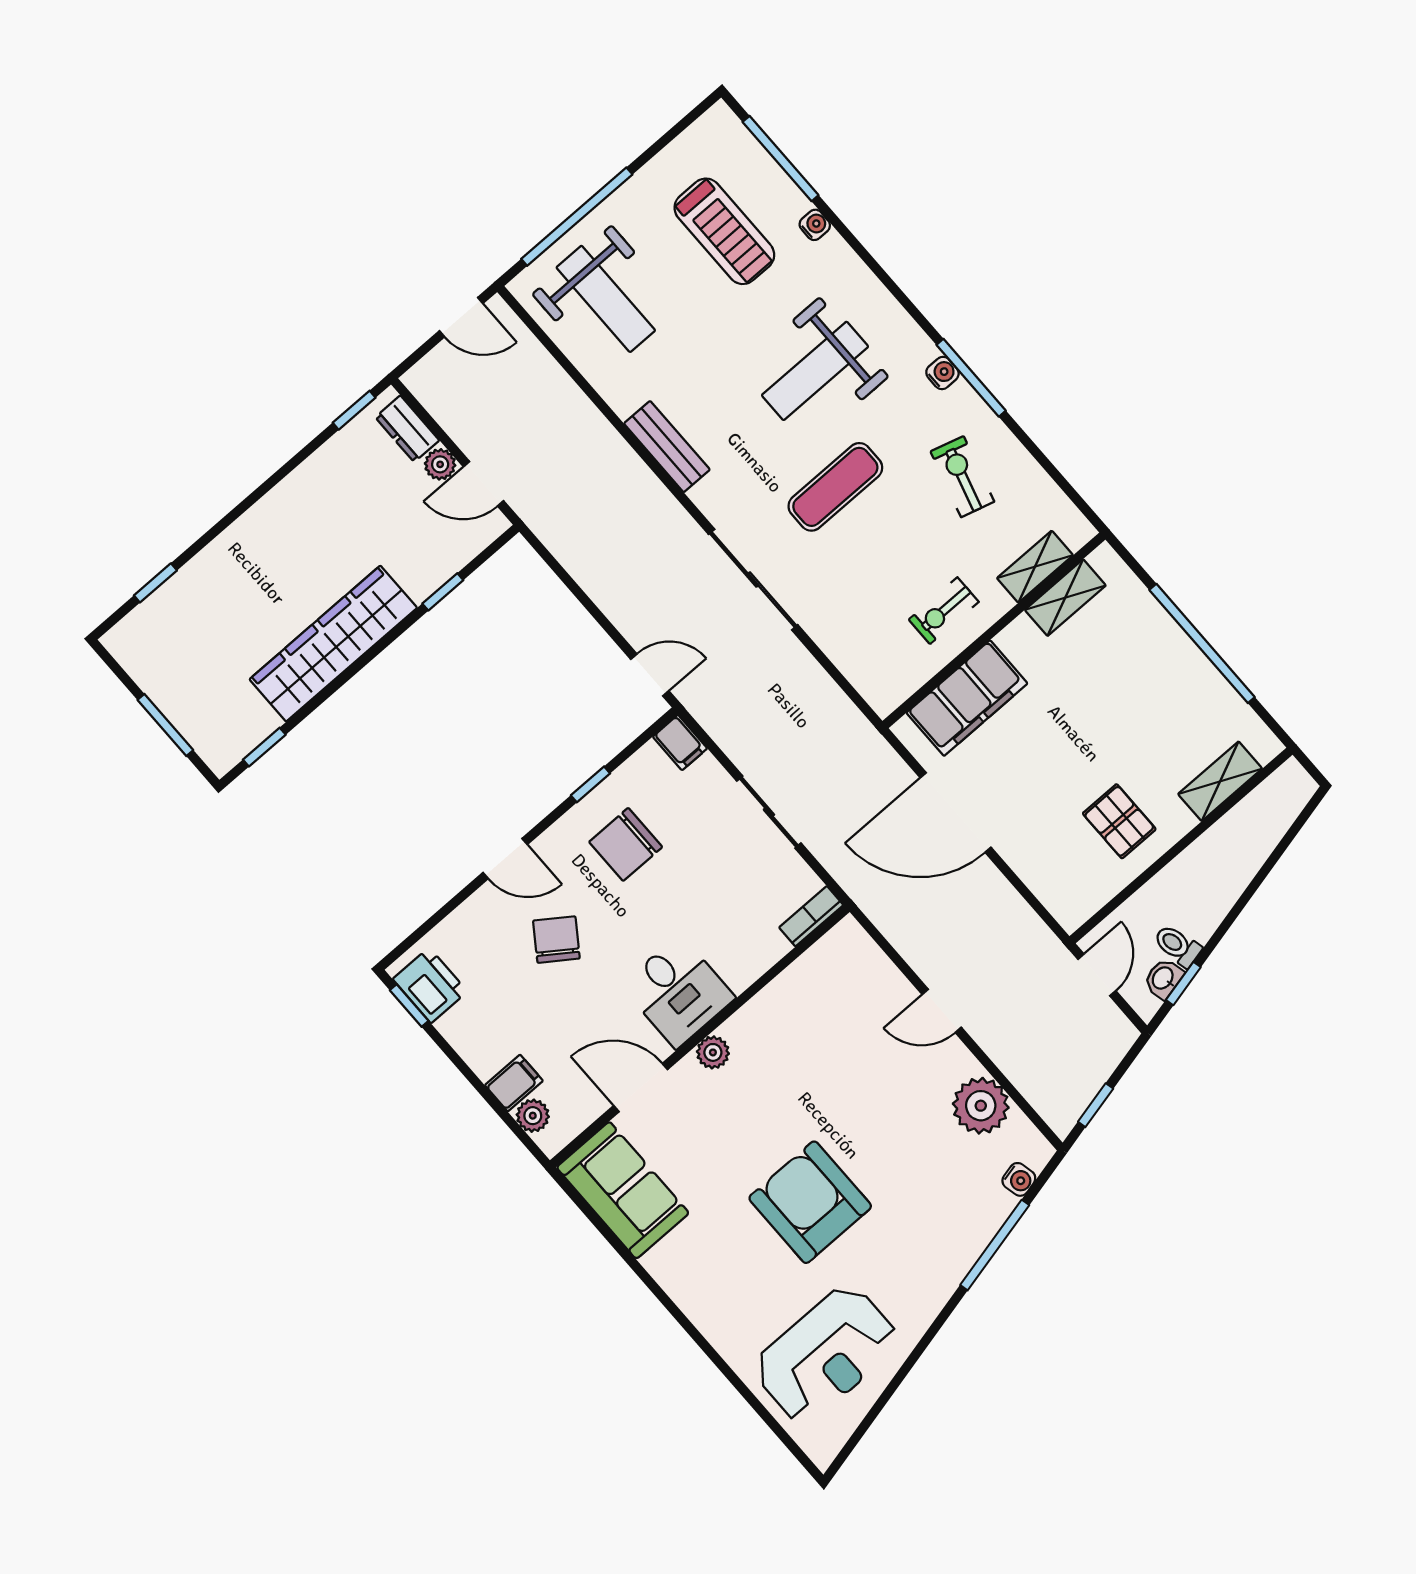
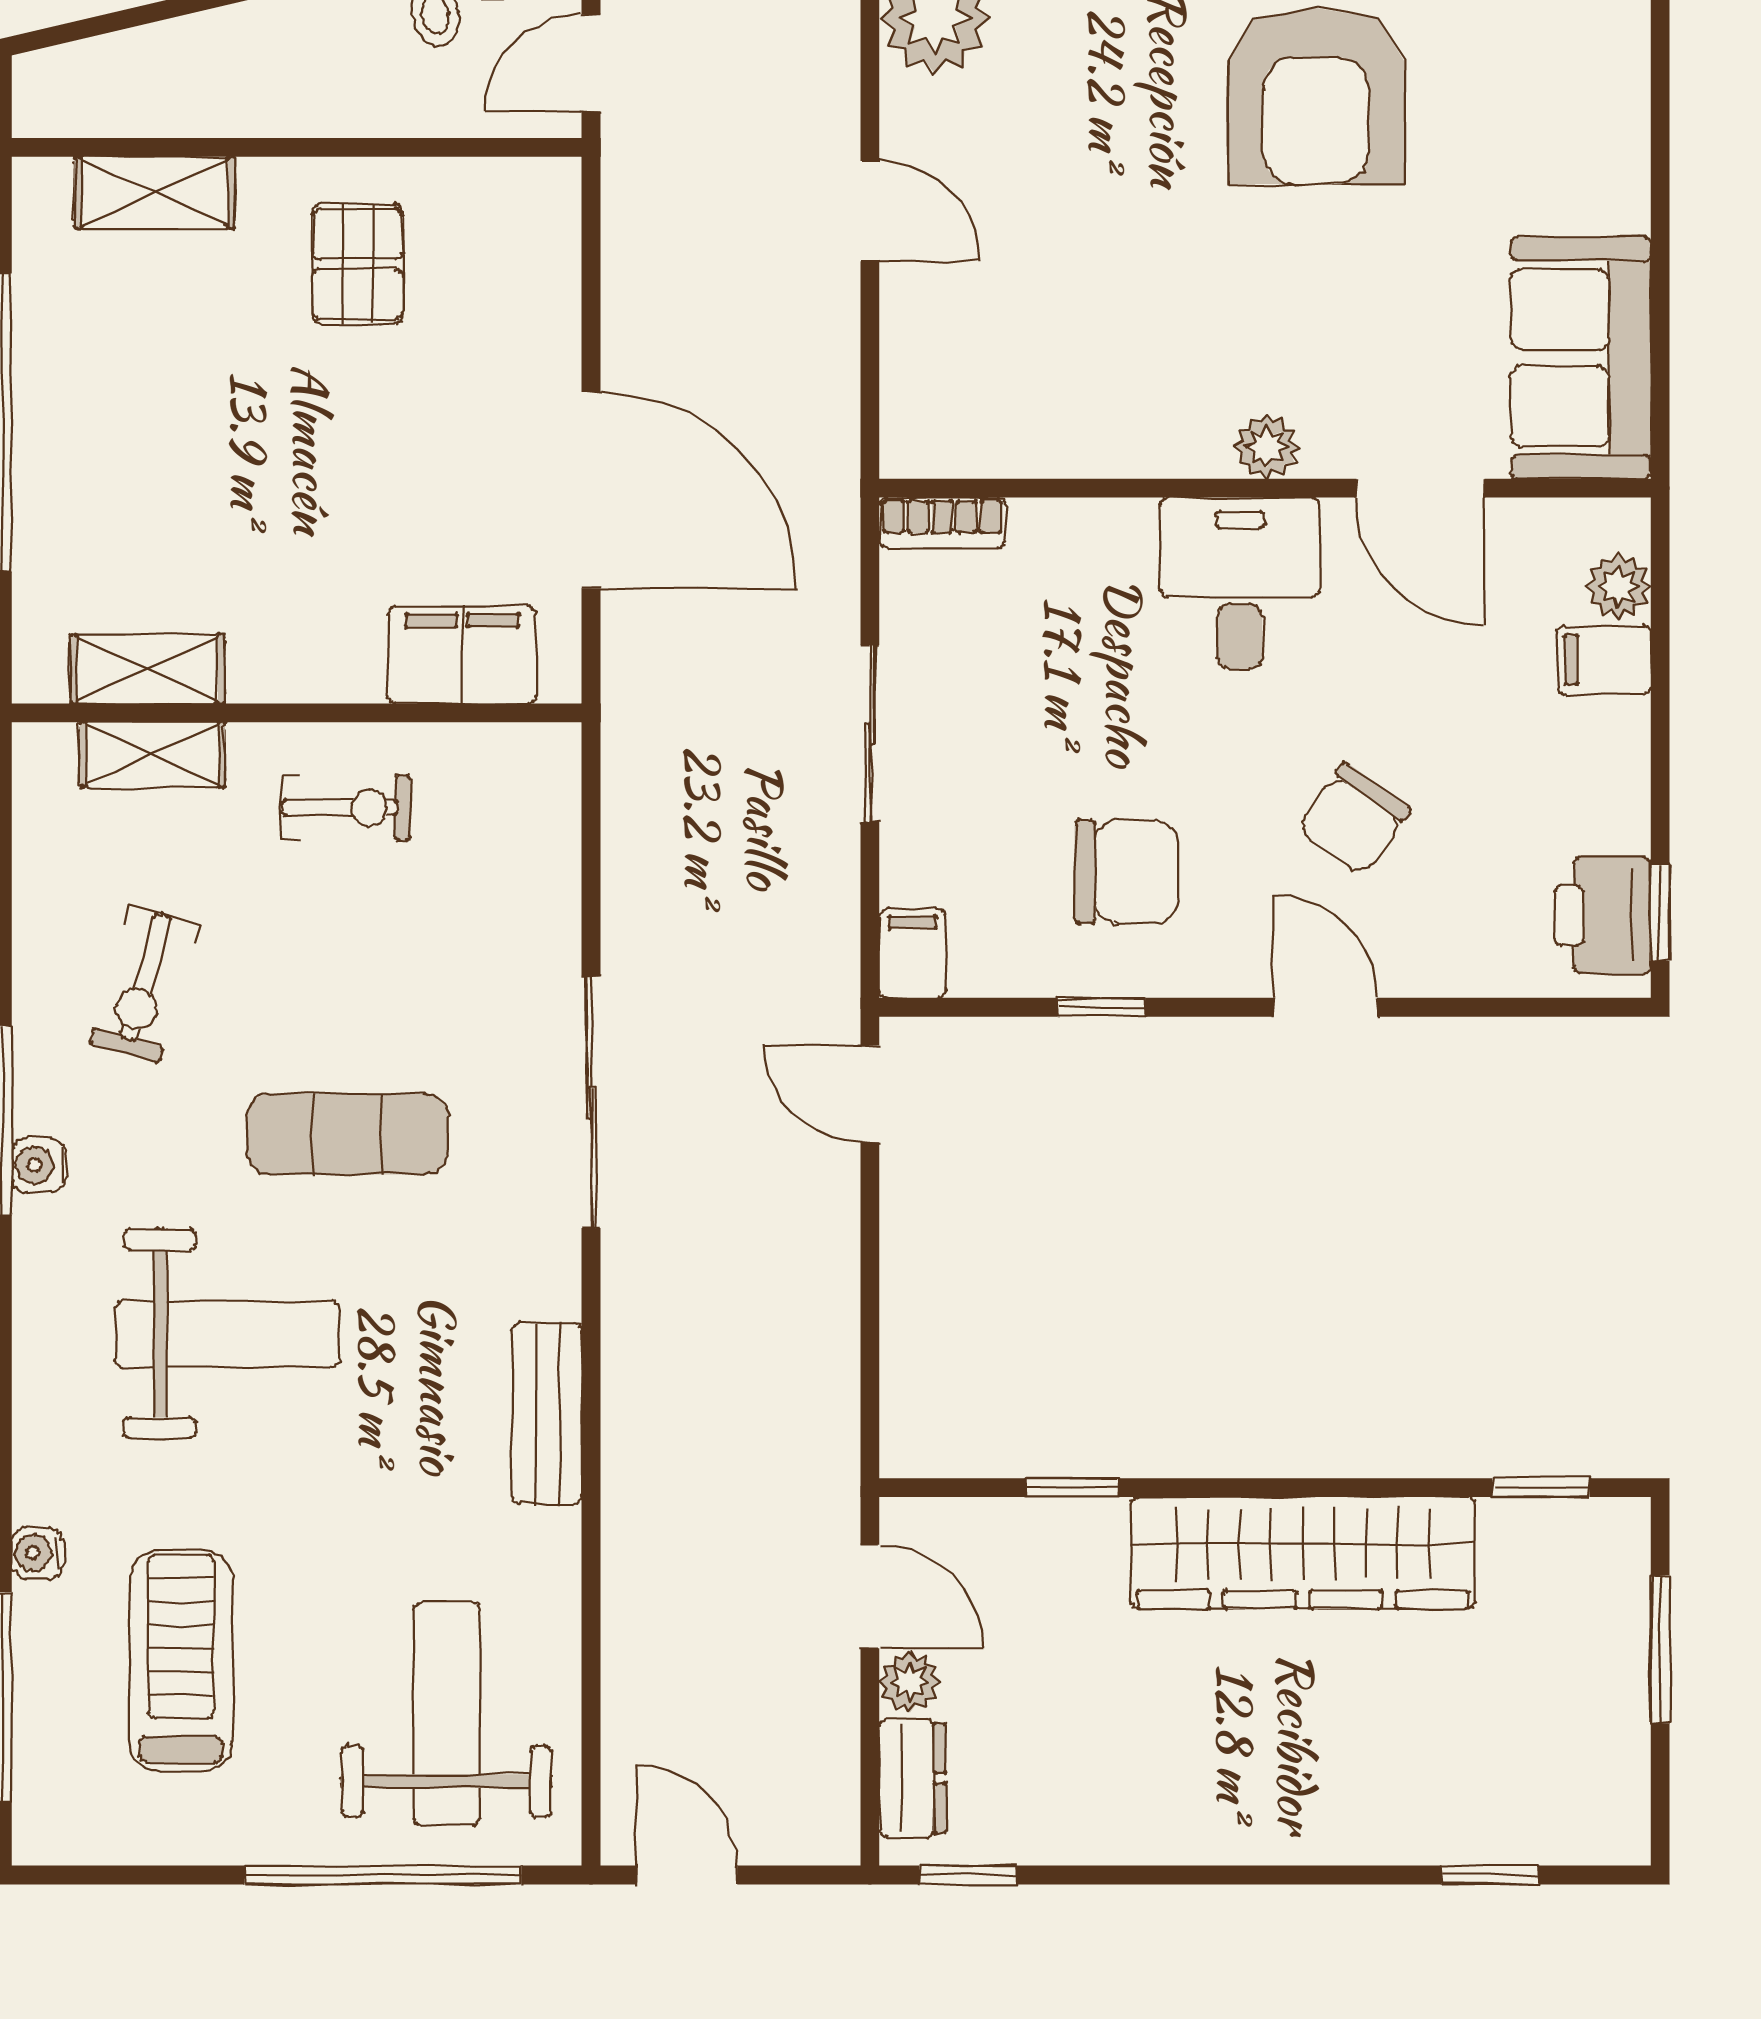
filing cabinet: (967, 698) -> (462, 655), width x0.67, depth x0.86

